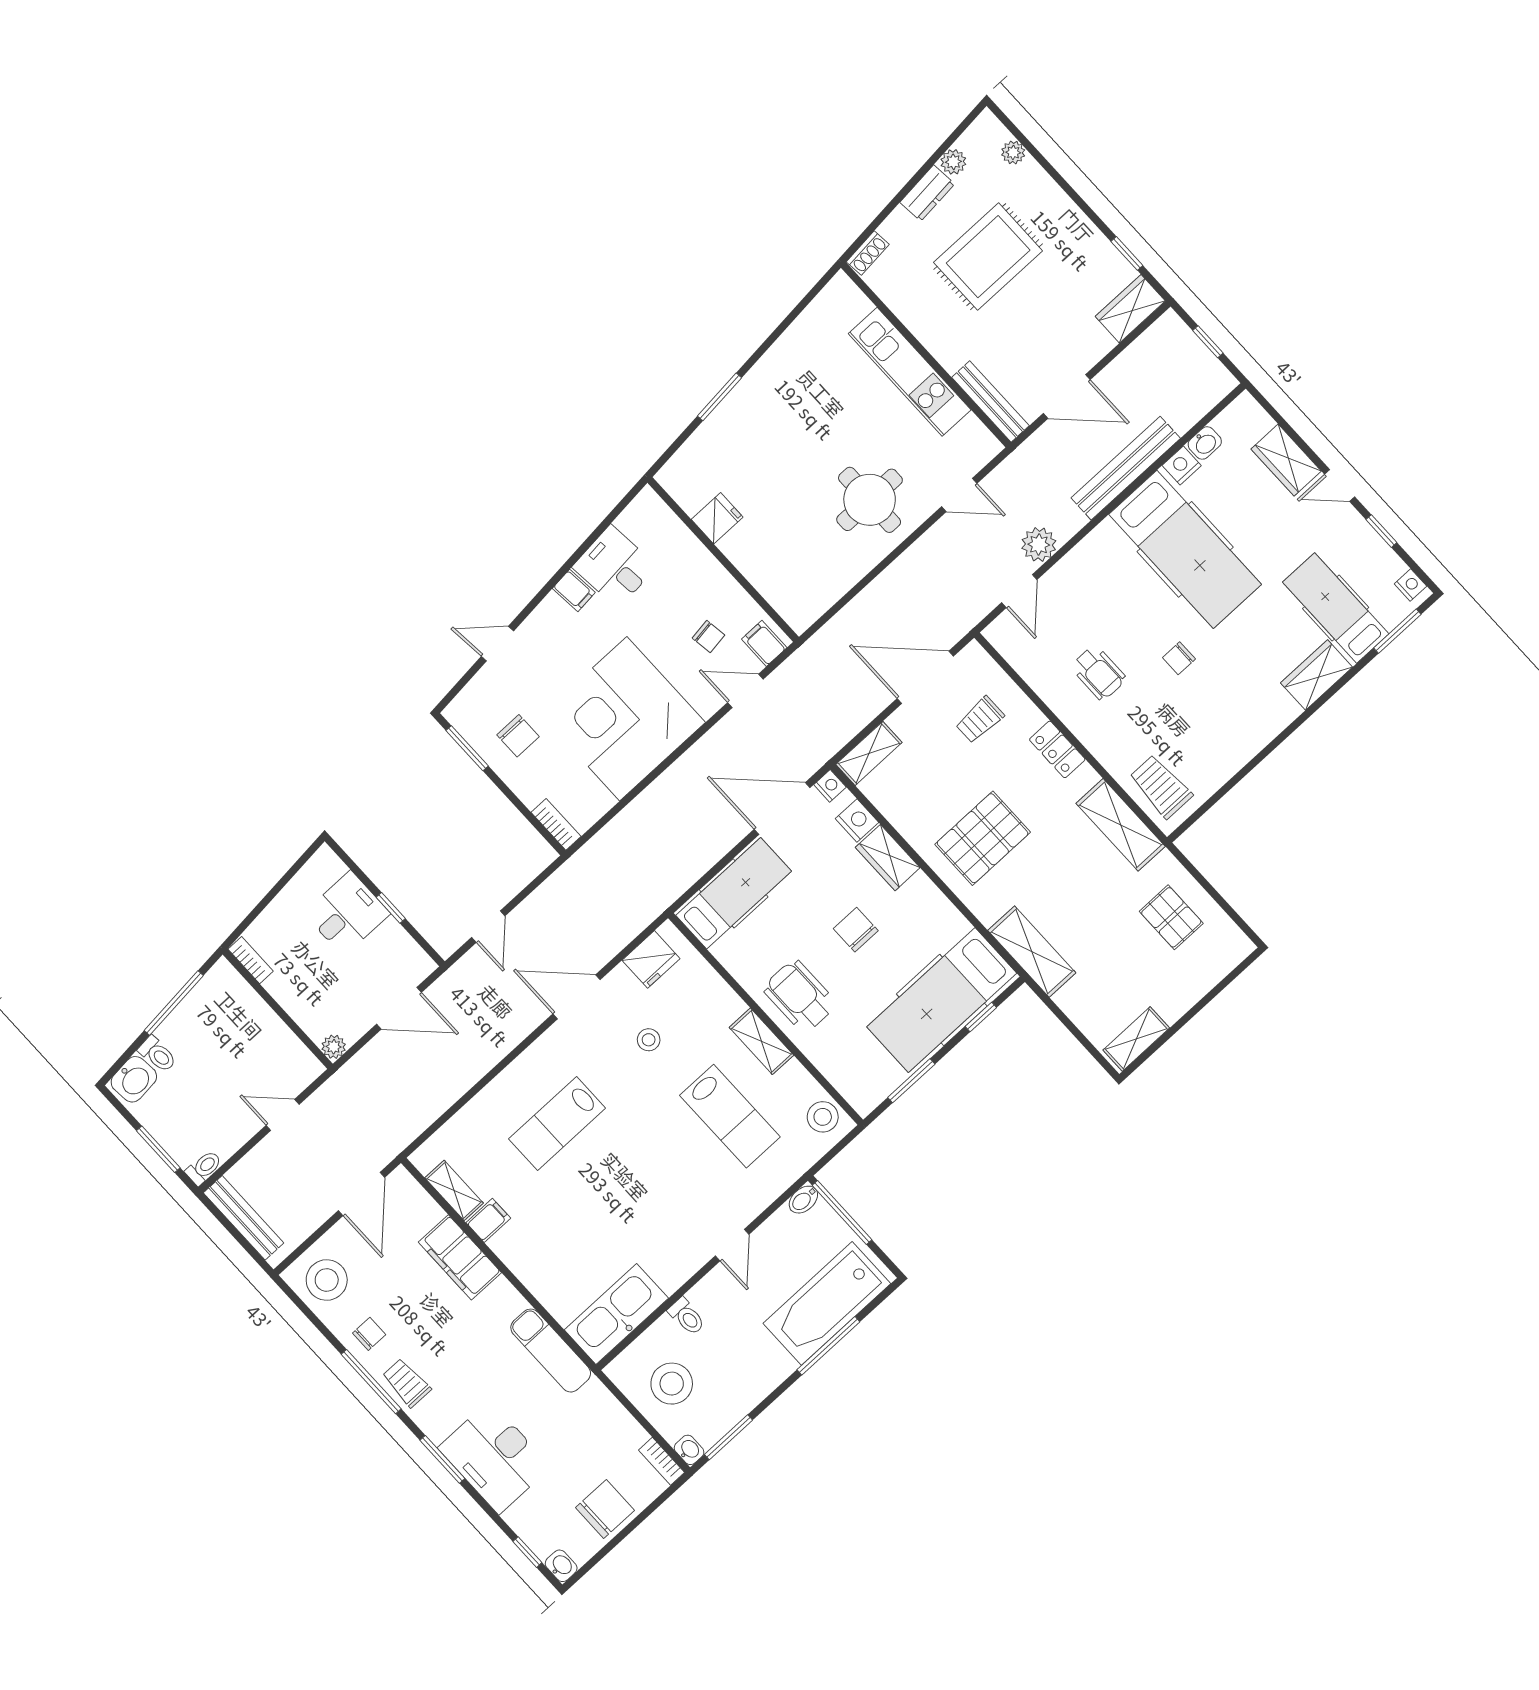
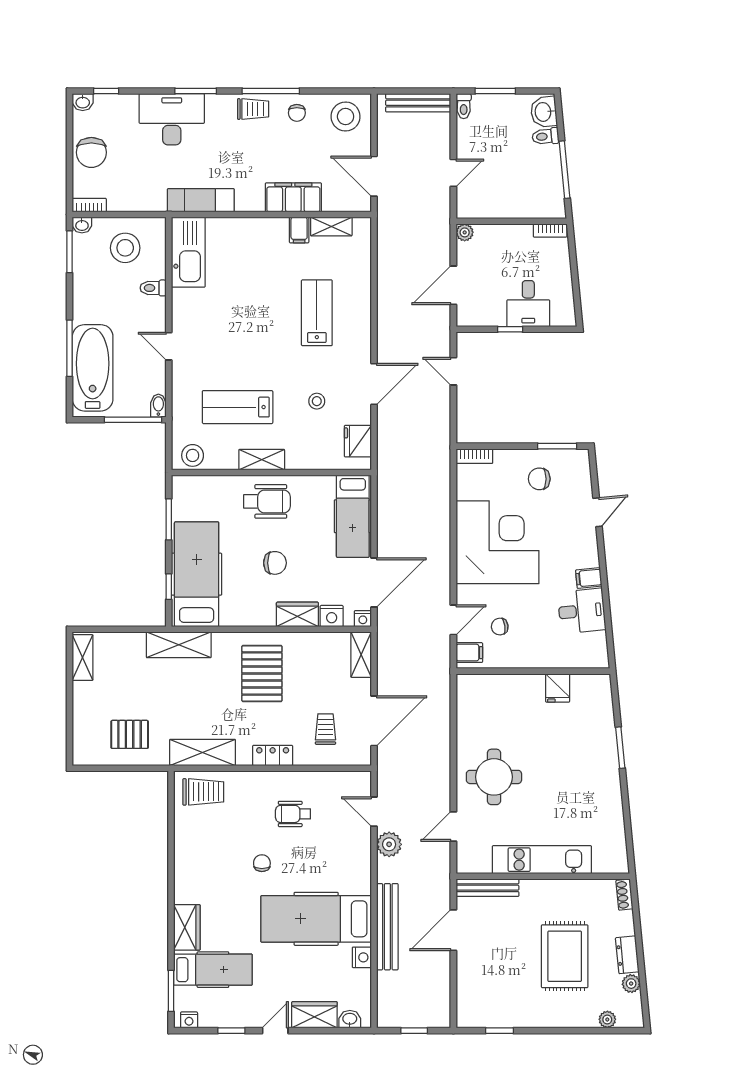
wardrobe: (1130, 309) -> (469, 1006), removed
washbasin: (1205, 443) -> (350, 1019), moved, turned 90

